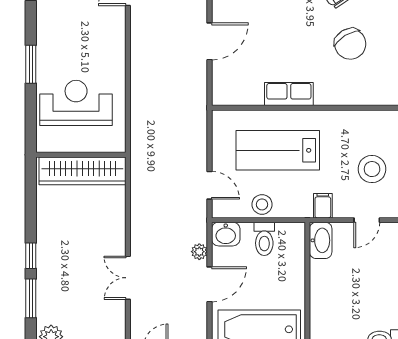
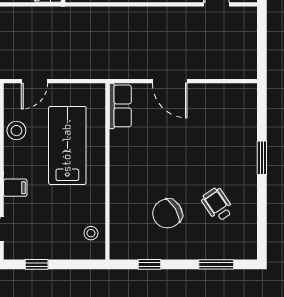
row of seats: (289, 94) -> (120, 106), moved
stool: (372, 169) -> (91, 233), moved, width x0.53, depth x0.53

